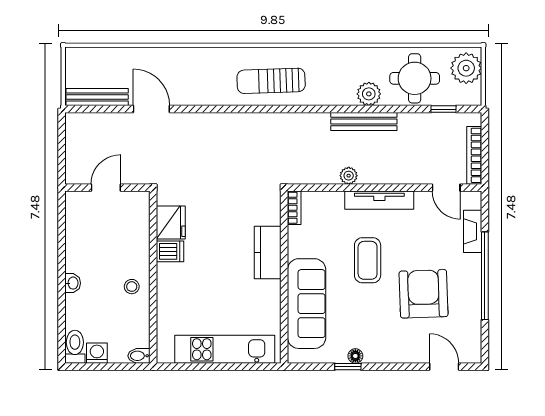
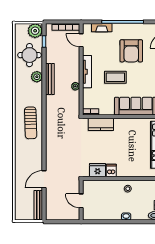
plant: (466, 68) -> (35, 31), moved
door: (446, 188) -> (81, 40), swing flipped
kitchen counter: (268, 252) -> (101, 124), moved
armchair: (424, 294) -> (131, 51), turned -88

